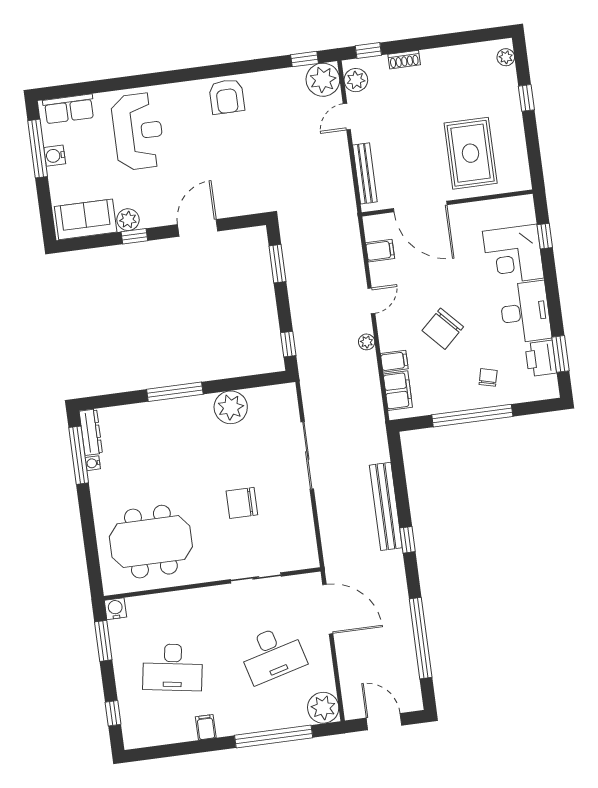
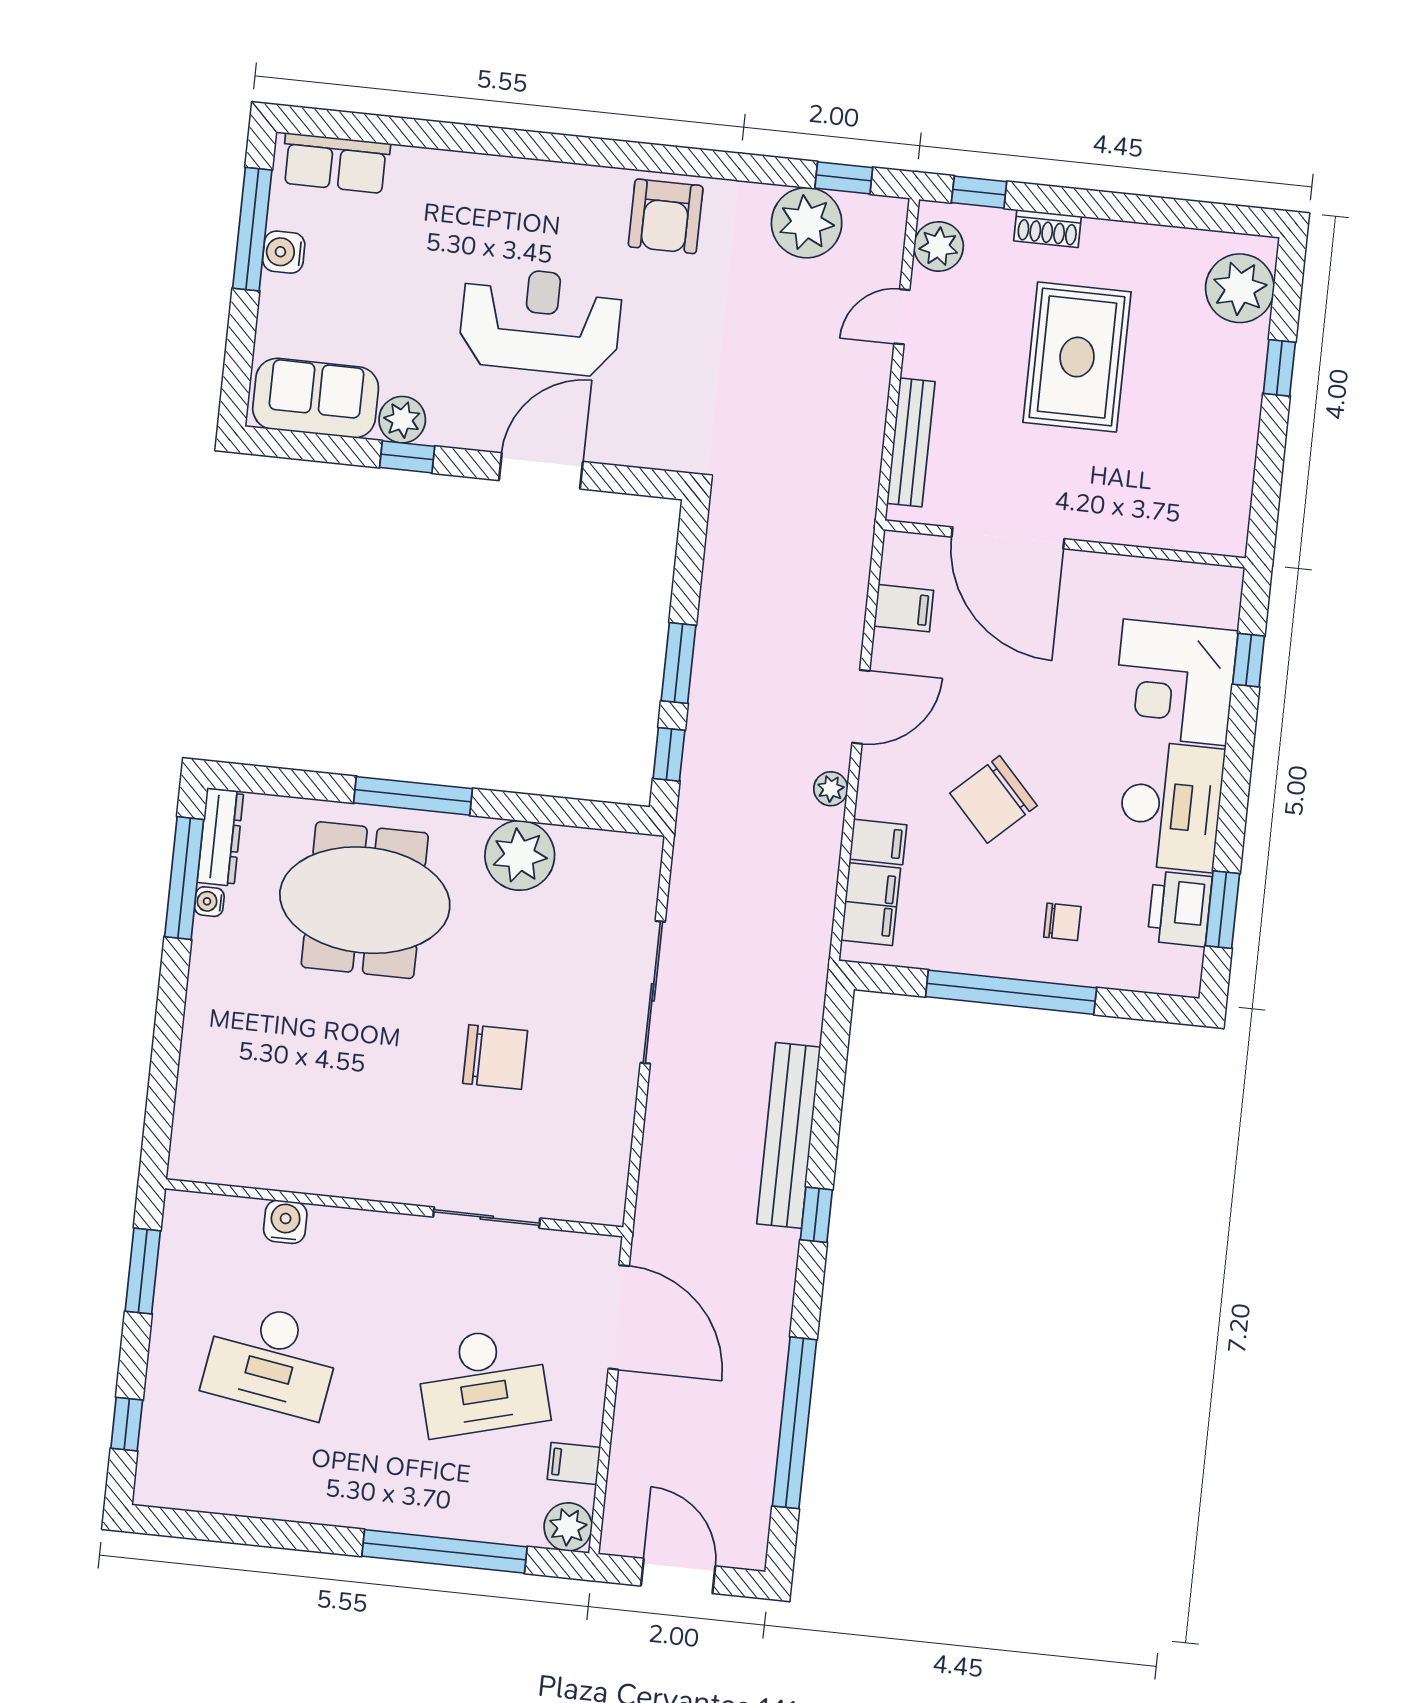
plant: (506, 57) -> (1240, 288), width x1.88, depth x1.88
plant: (323, 80) -> (807, 223), moved
reception desk: (138, 131) -> (540, 321), moved, turned -90
rug: (471, 153) -> (1077, 357), moved
window: (277, 264) -> (679, 663), moved
door: (371, 301) -> (861, 707), width x1.38
chair: (488, 377) -> (1062, 922), turned 76
chair: (242, 503) -> (495, 1057), turned 180
meeting table: (151, 542) -> (365, 900), moved
water cooler: (115, 609) -> (285, 1222), moved
plant: (323, 708) -> (568, 1527), width x0.73, depth x0.73
filing cabinet: (206, 727) -> (574, 1463), moved, turned -90

